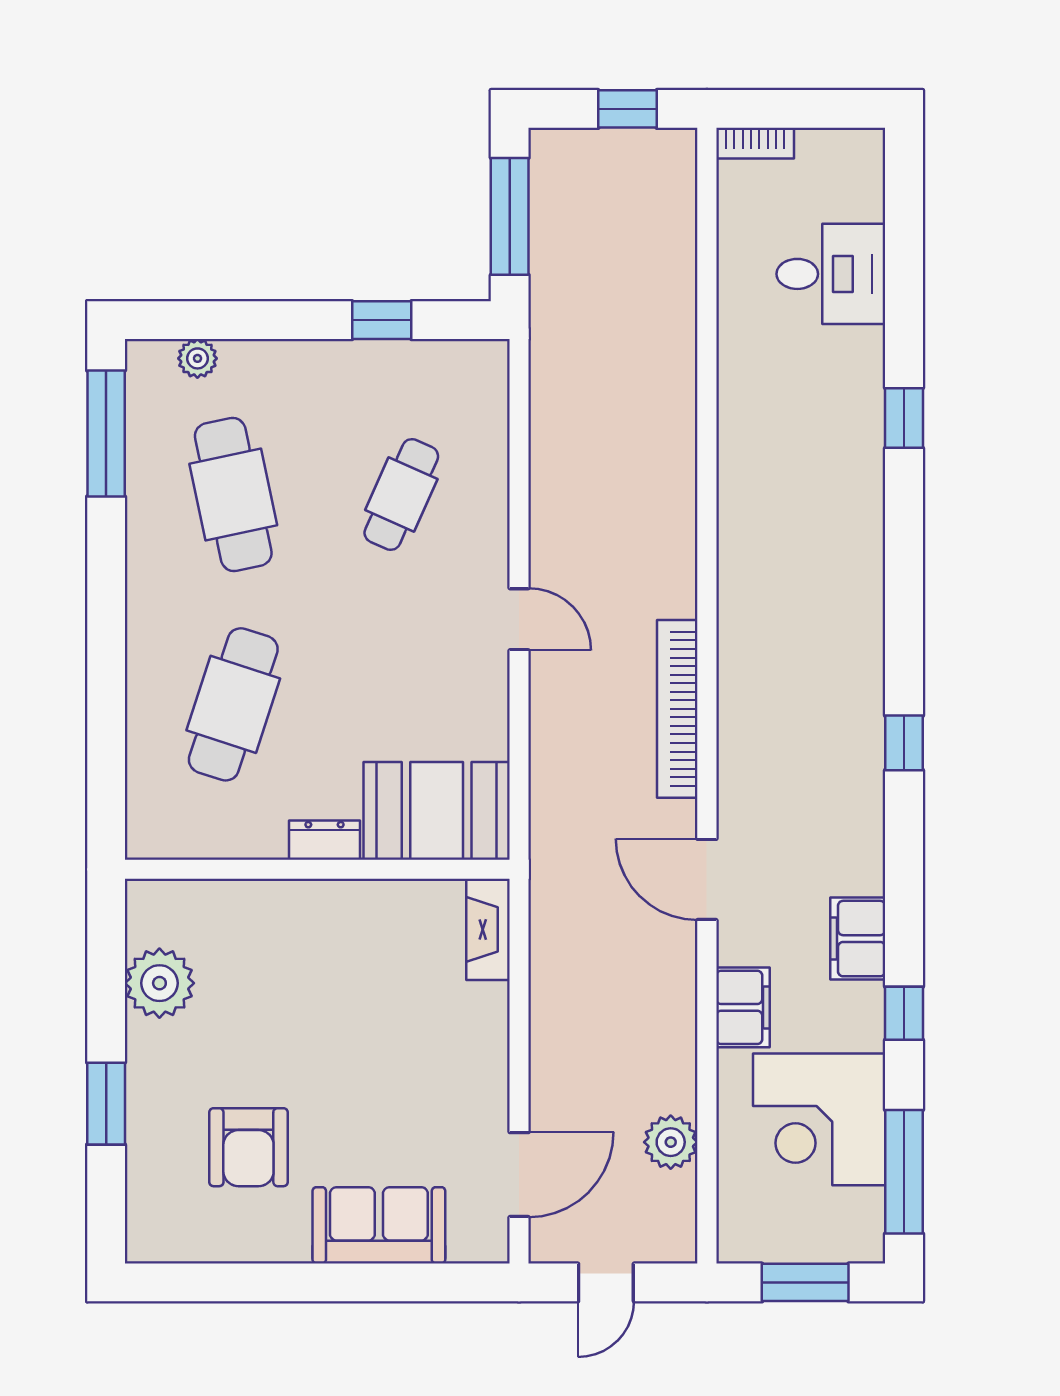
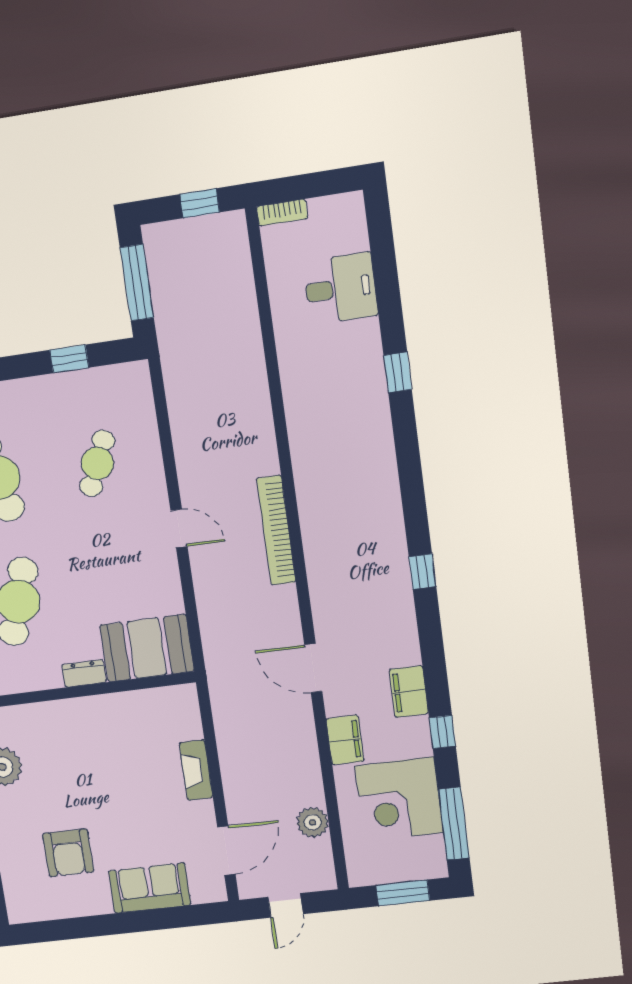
bookcase: (677, 709) -> (276, 530), moved
fireplace: (488, 929) -> (196, 770), moved

